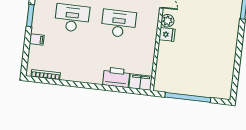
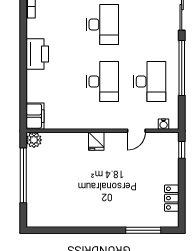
plant: (167, 21) -> (34, 140), moved
printer: (116, 77) -> (37, 54), moved

